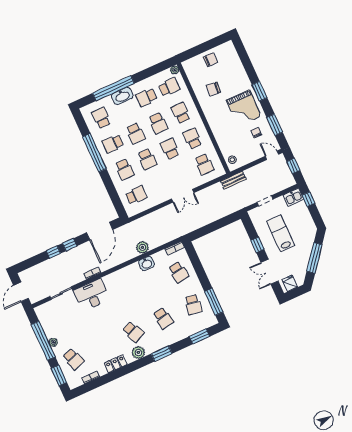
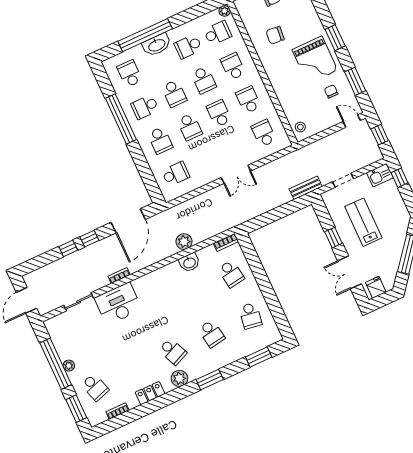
school desk: (204, 164) -> (264, 133), turned 180
bench: (233, 180) -> (306, 188), moved
window: (214, 302) -> (277, 312), removed

